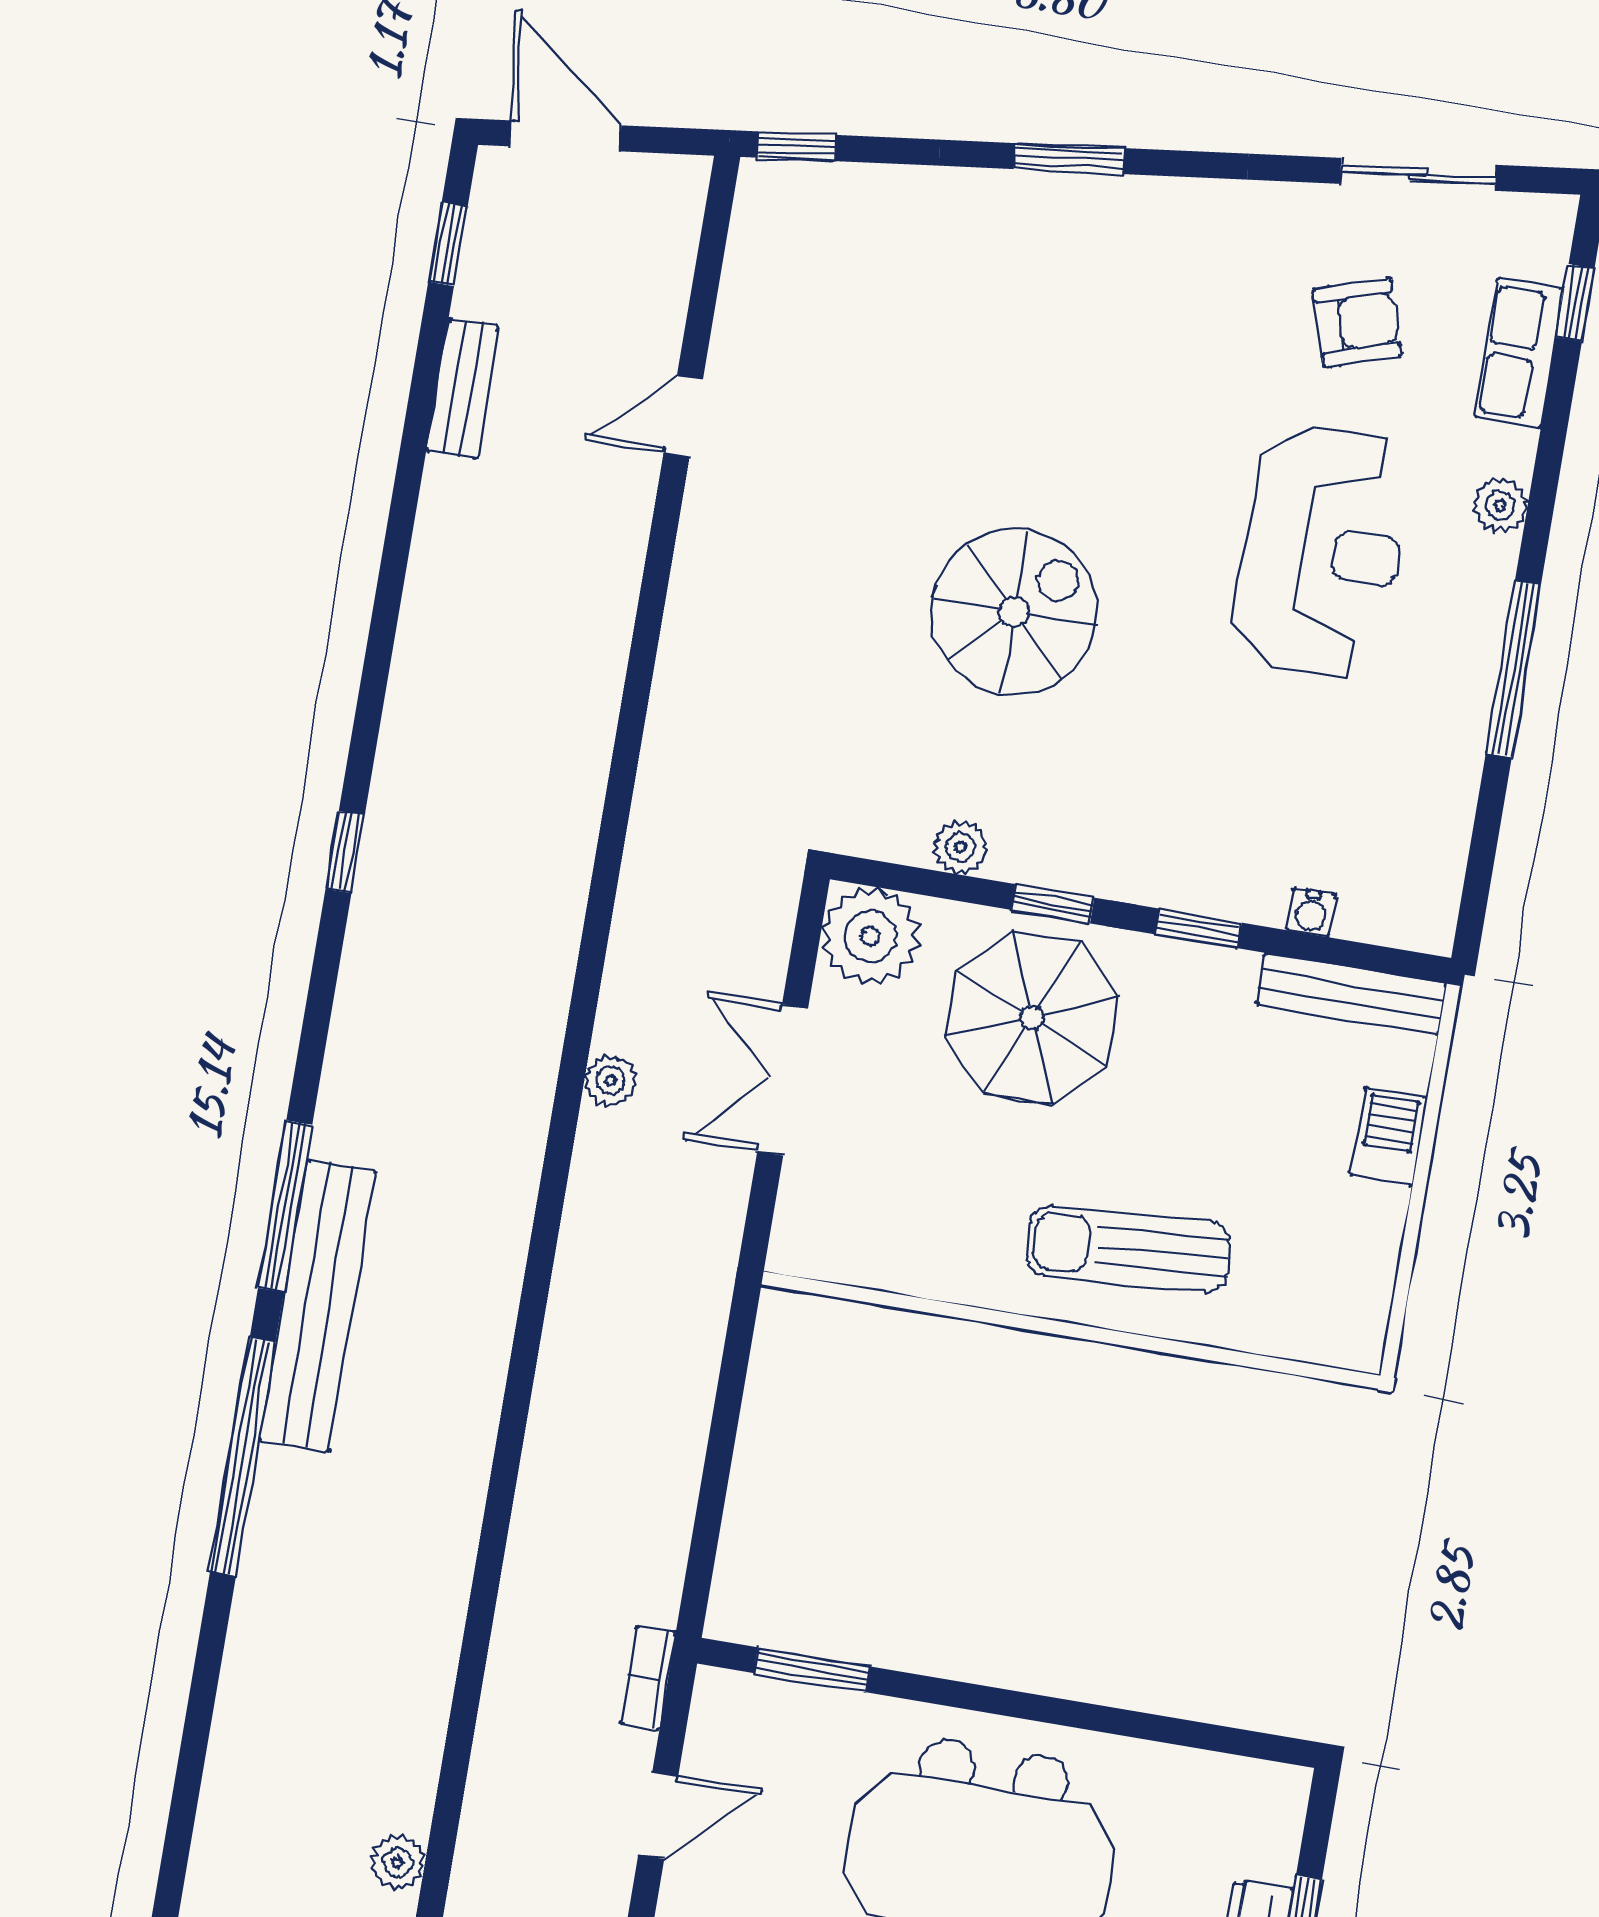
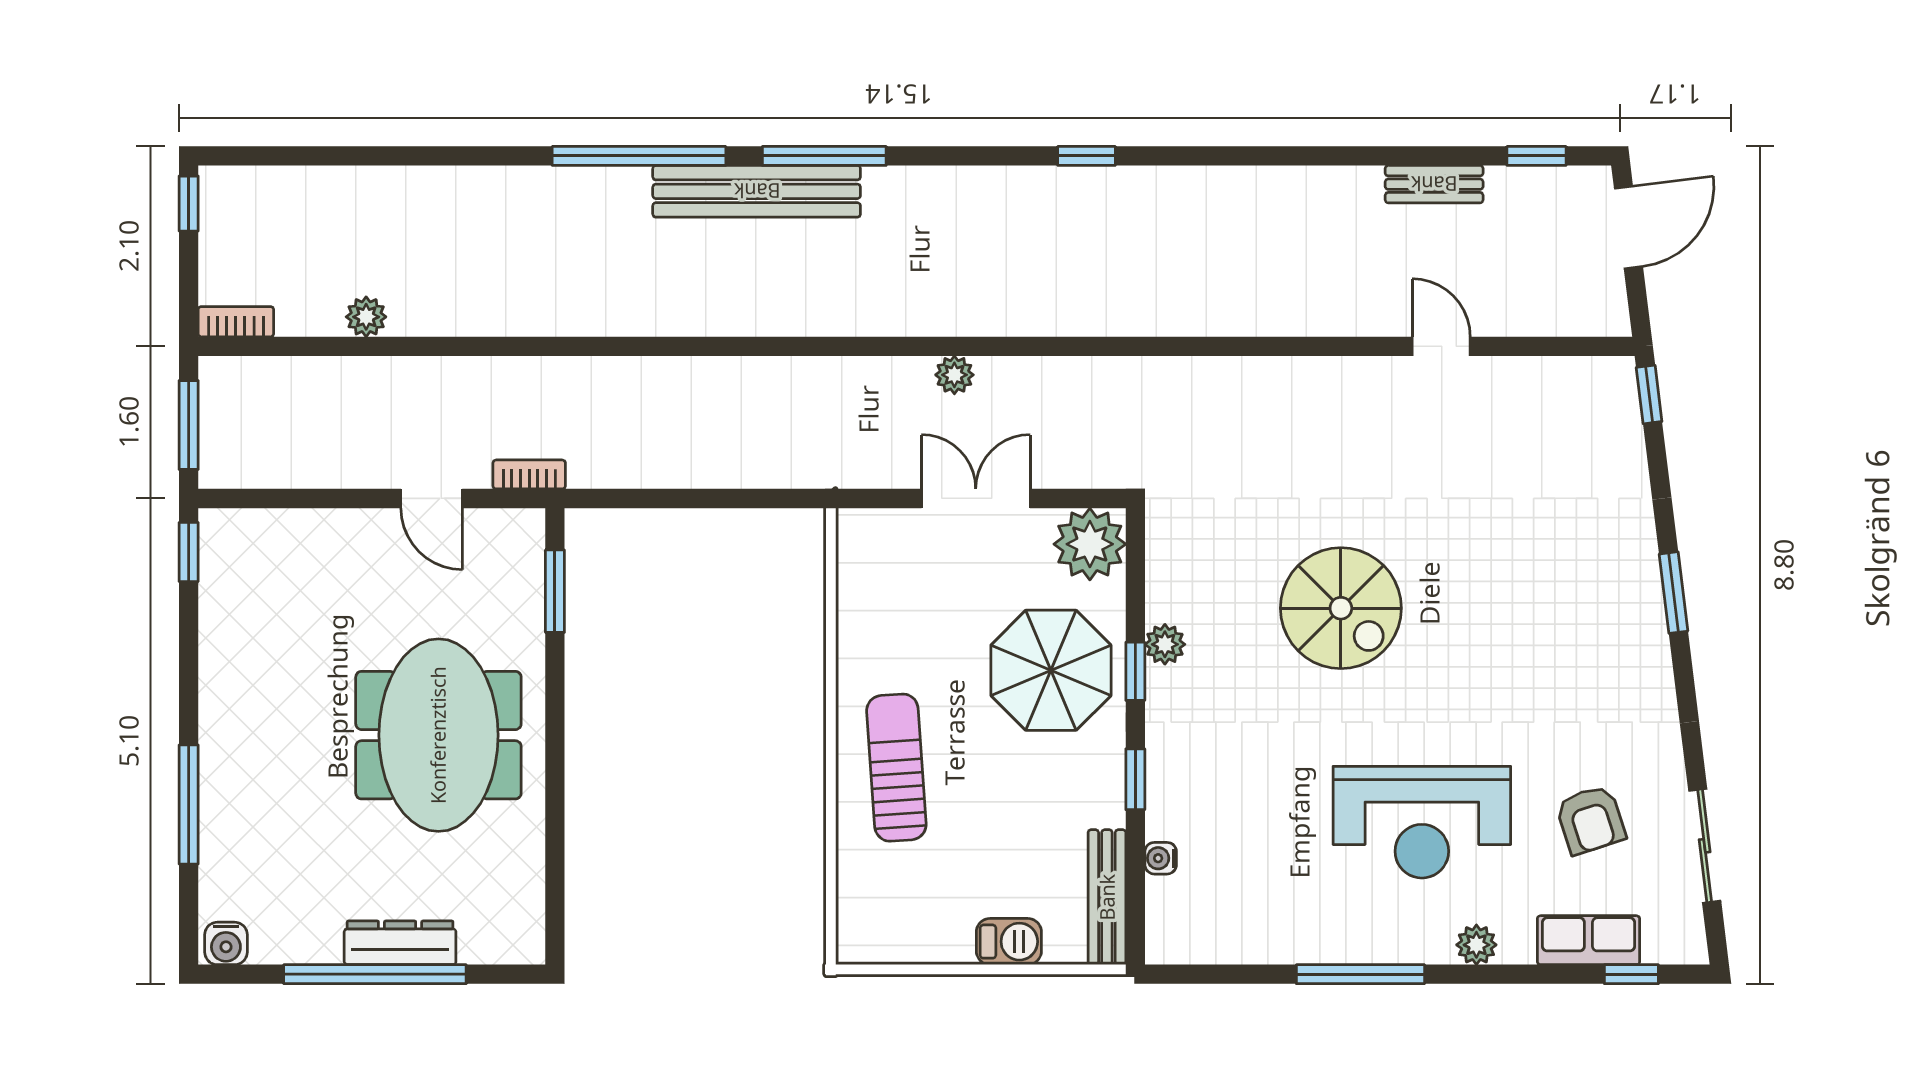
plant: (960, 847) -> (1165, 644), moved

